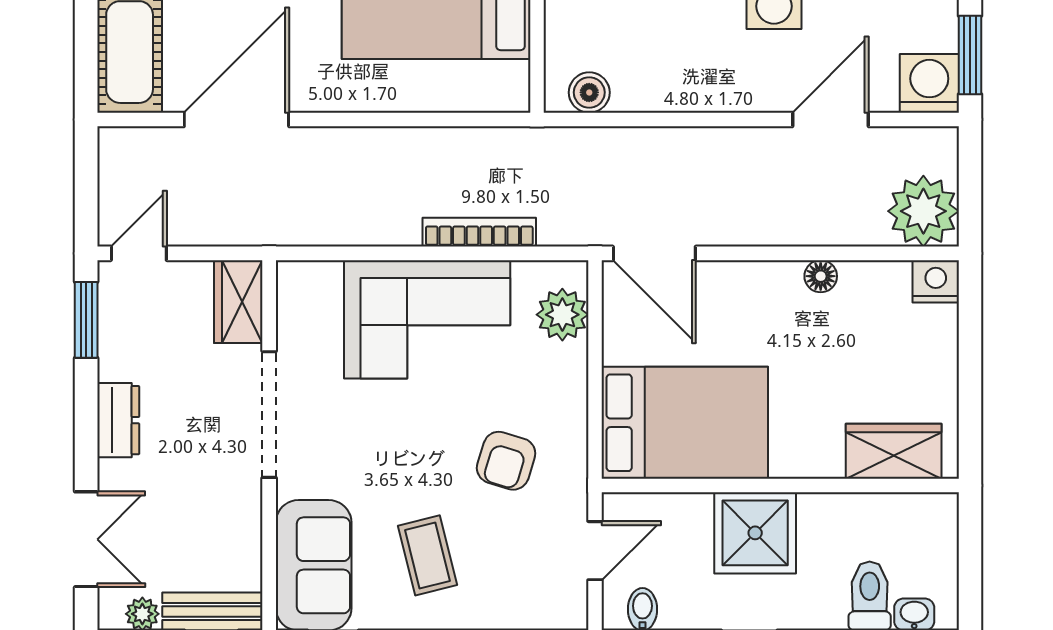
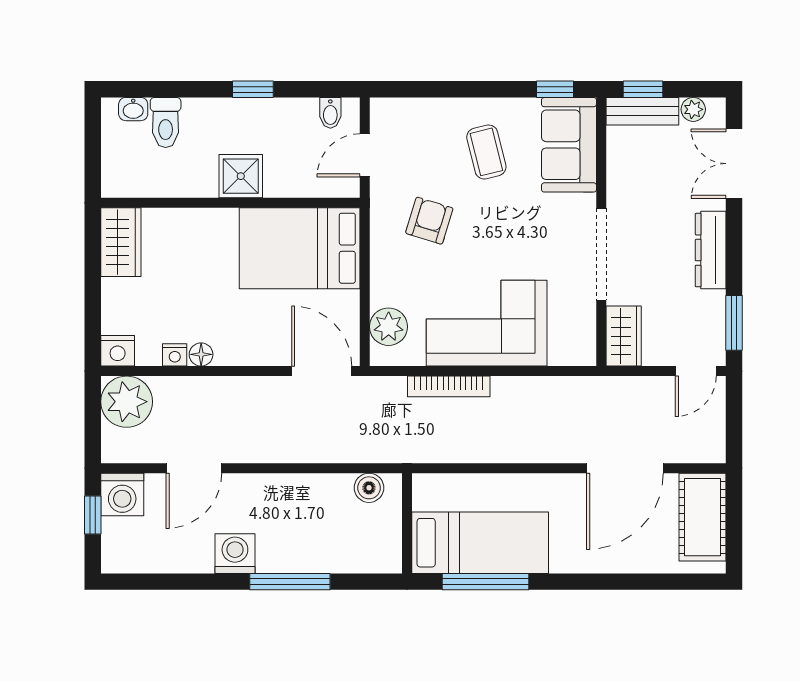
window: (970, 55) -> (93, 515), width x0.67
nightstand: (857, 276) -> (175, 355), added
dresser: (118, 420) -> (711, 250), width x1.44
wardrobe: (894, 451) -> (121, 242), moved, turned -90
shower: (755, 533) -> (241, 176), width x0.73, depth x0.73

